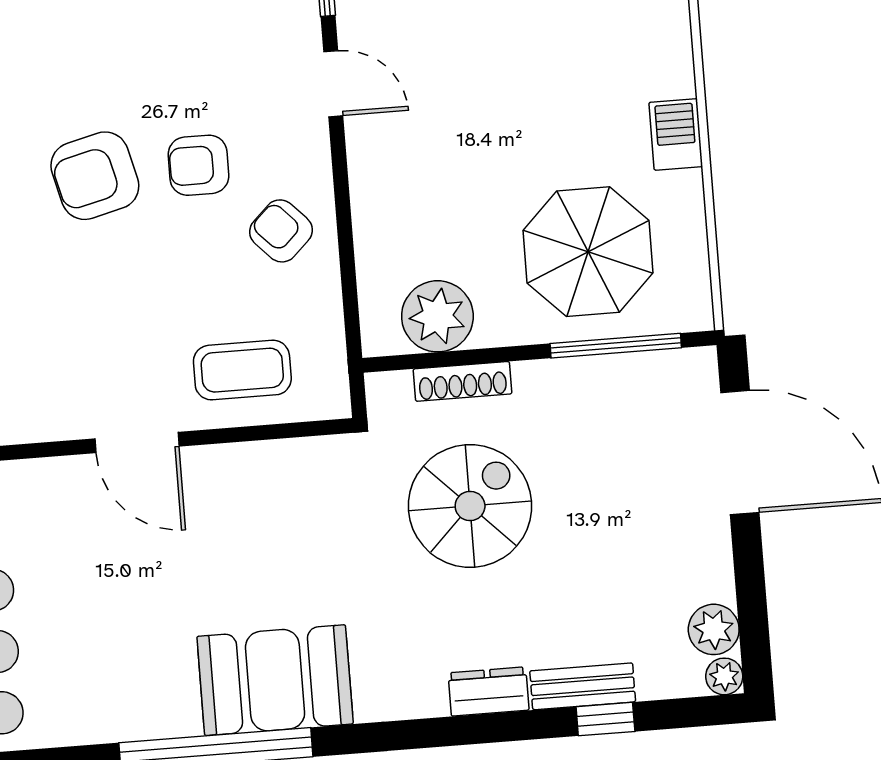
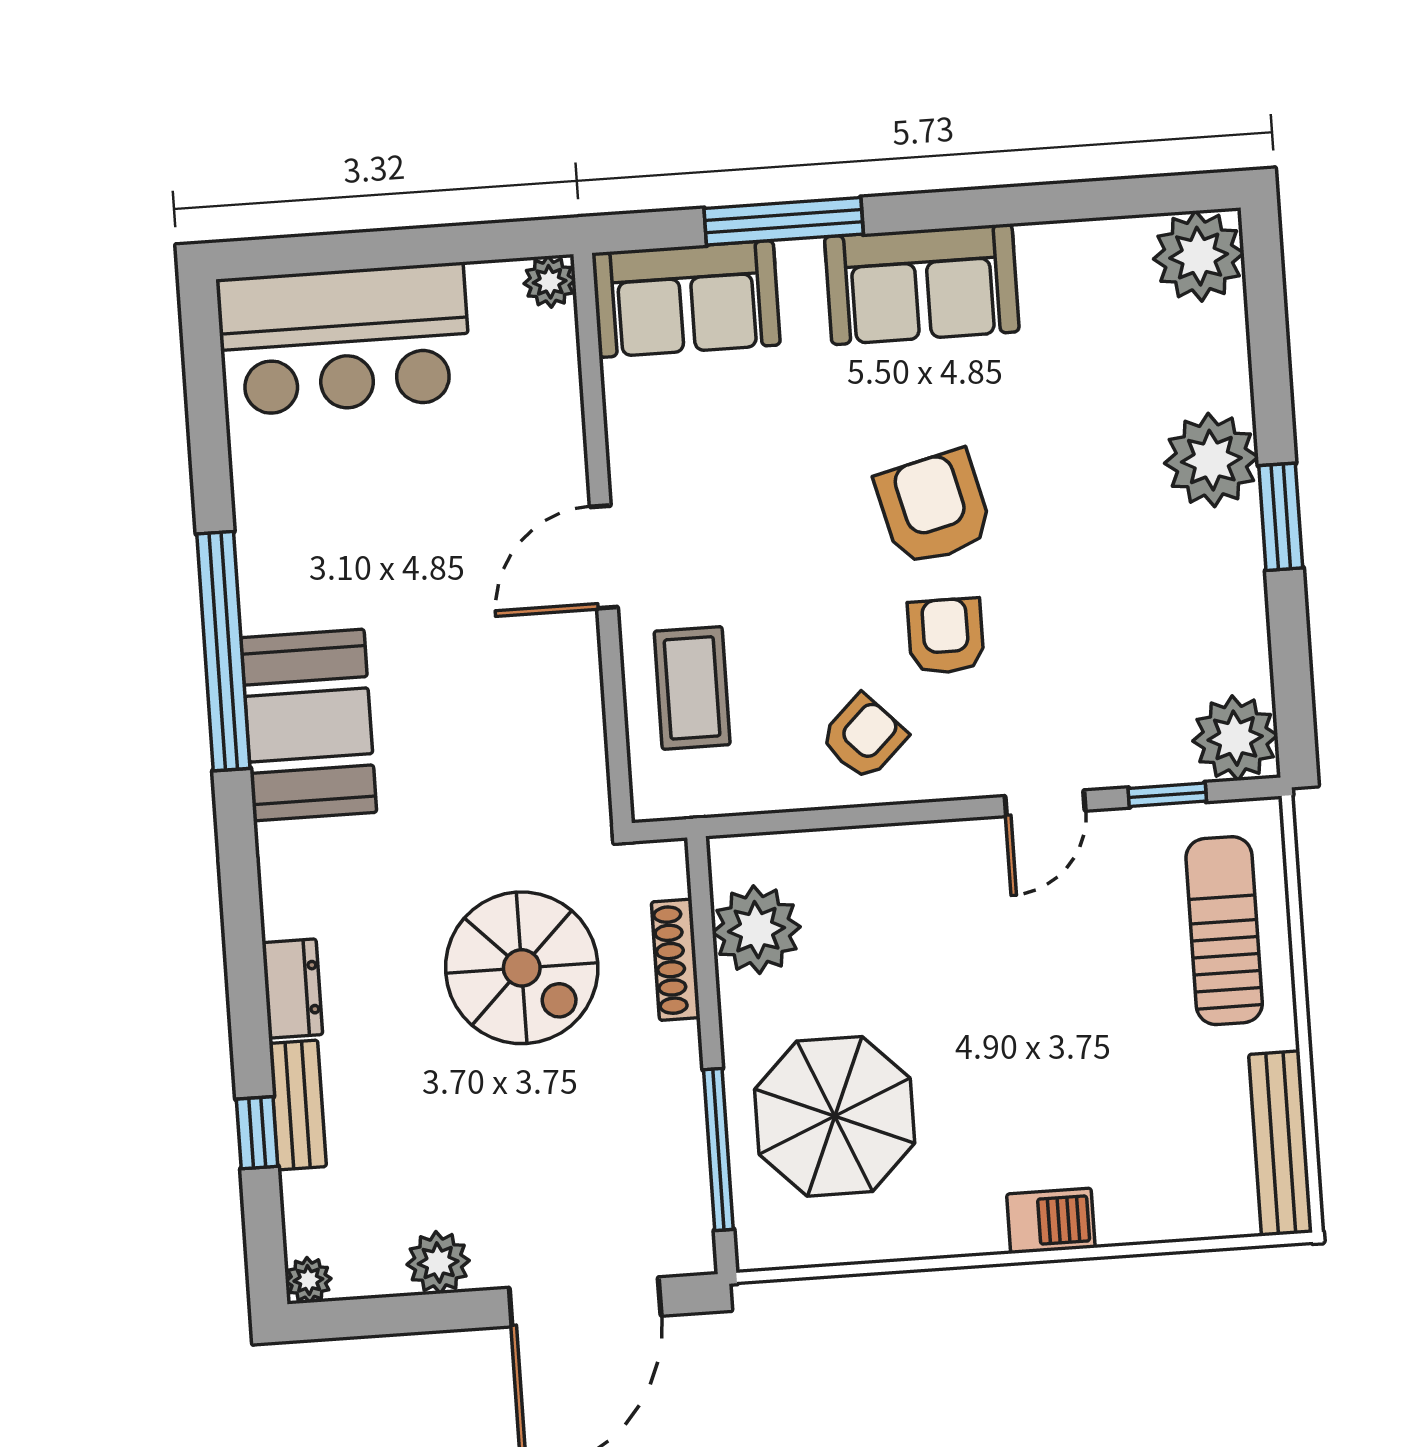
barbecue: (676, 134) -> (1051, 1221), moved
plant: (714, 629) -> (438, 1262), moved

